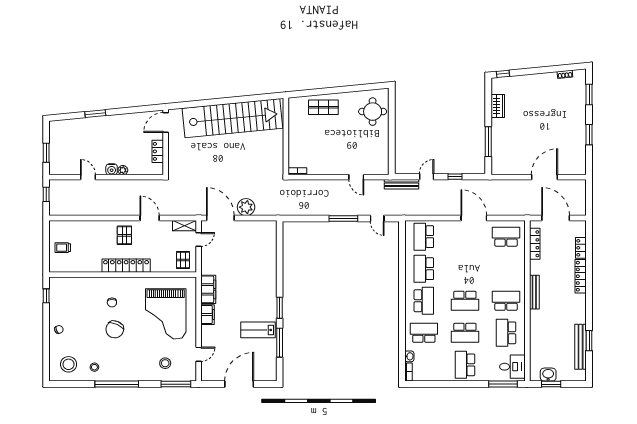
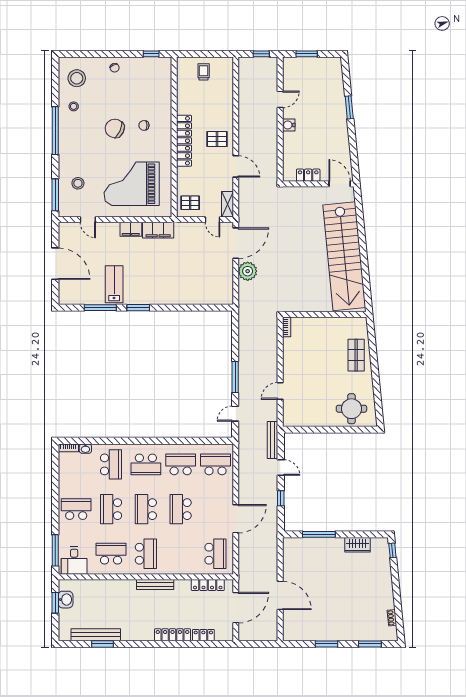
plant: (123, 170) -> (288, 137), removed
door: (150, 218) -> (236, 166), hinge flipped
school desk: (465, 269) -> (181, 509), added

